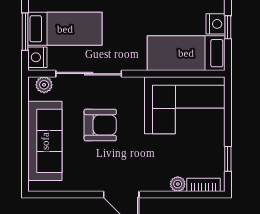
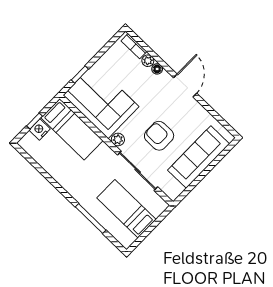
window: (25, 32) -> (150, 229), removed
nightstand: (37, 57) -> (157, 208), removed
plant: (44, 85) -> (118, 140), moved
window: (228, 159) -> (80, 74), moved
floor lamp: (162, 185) -> (157, 69), added

